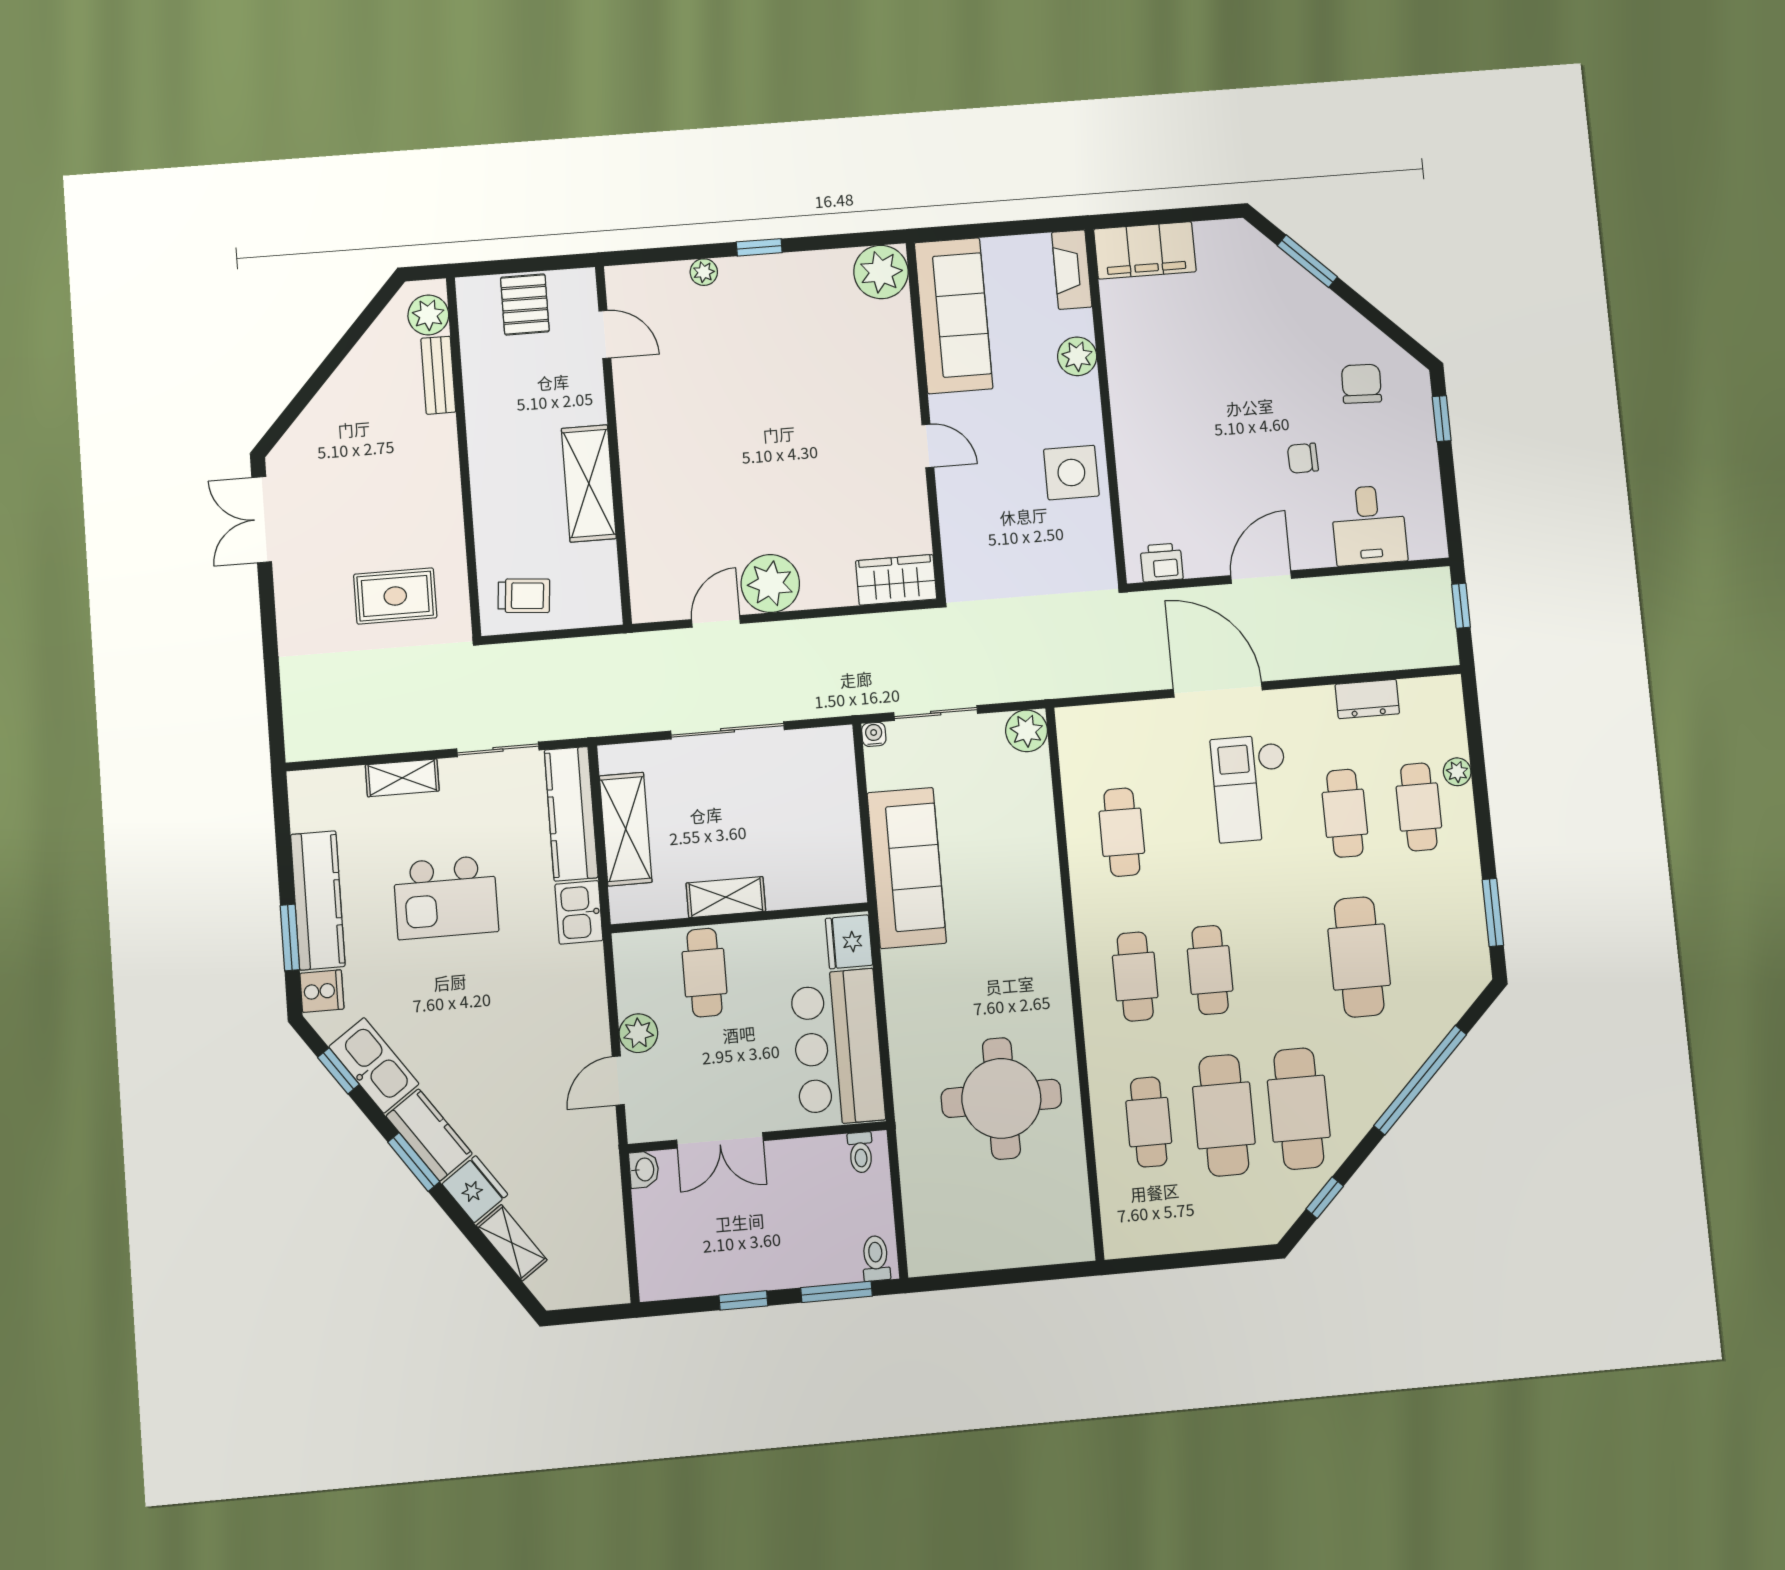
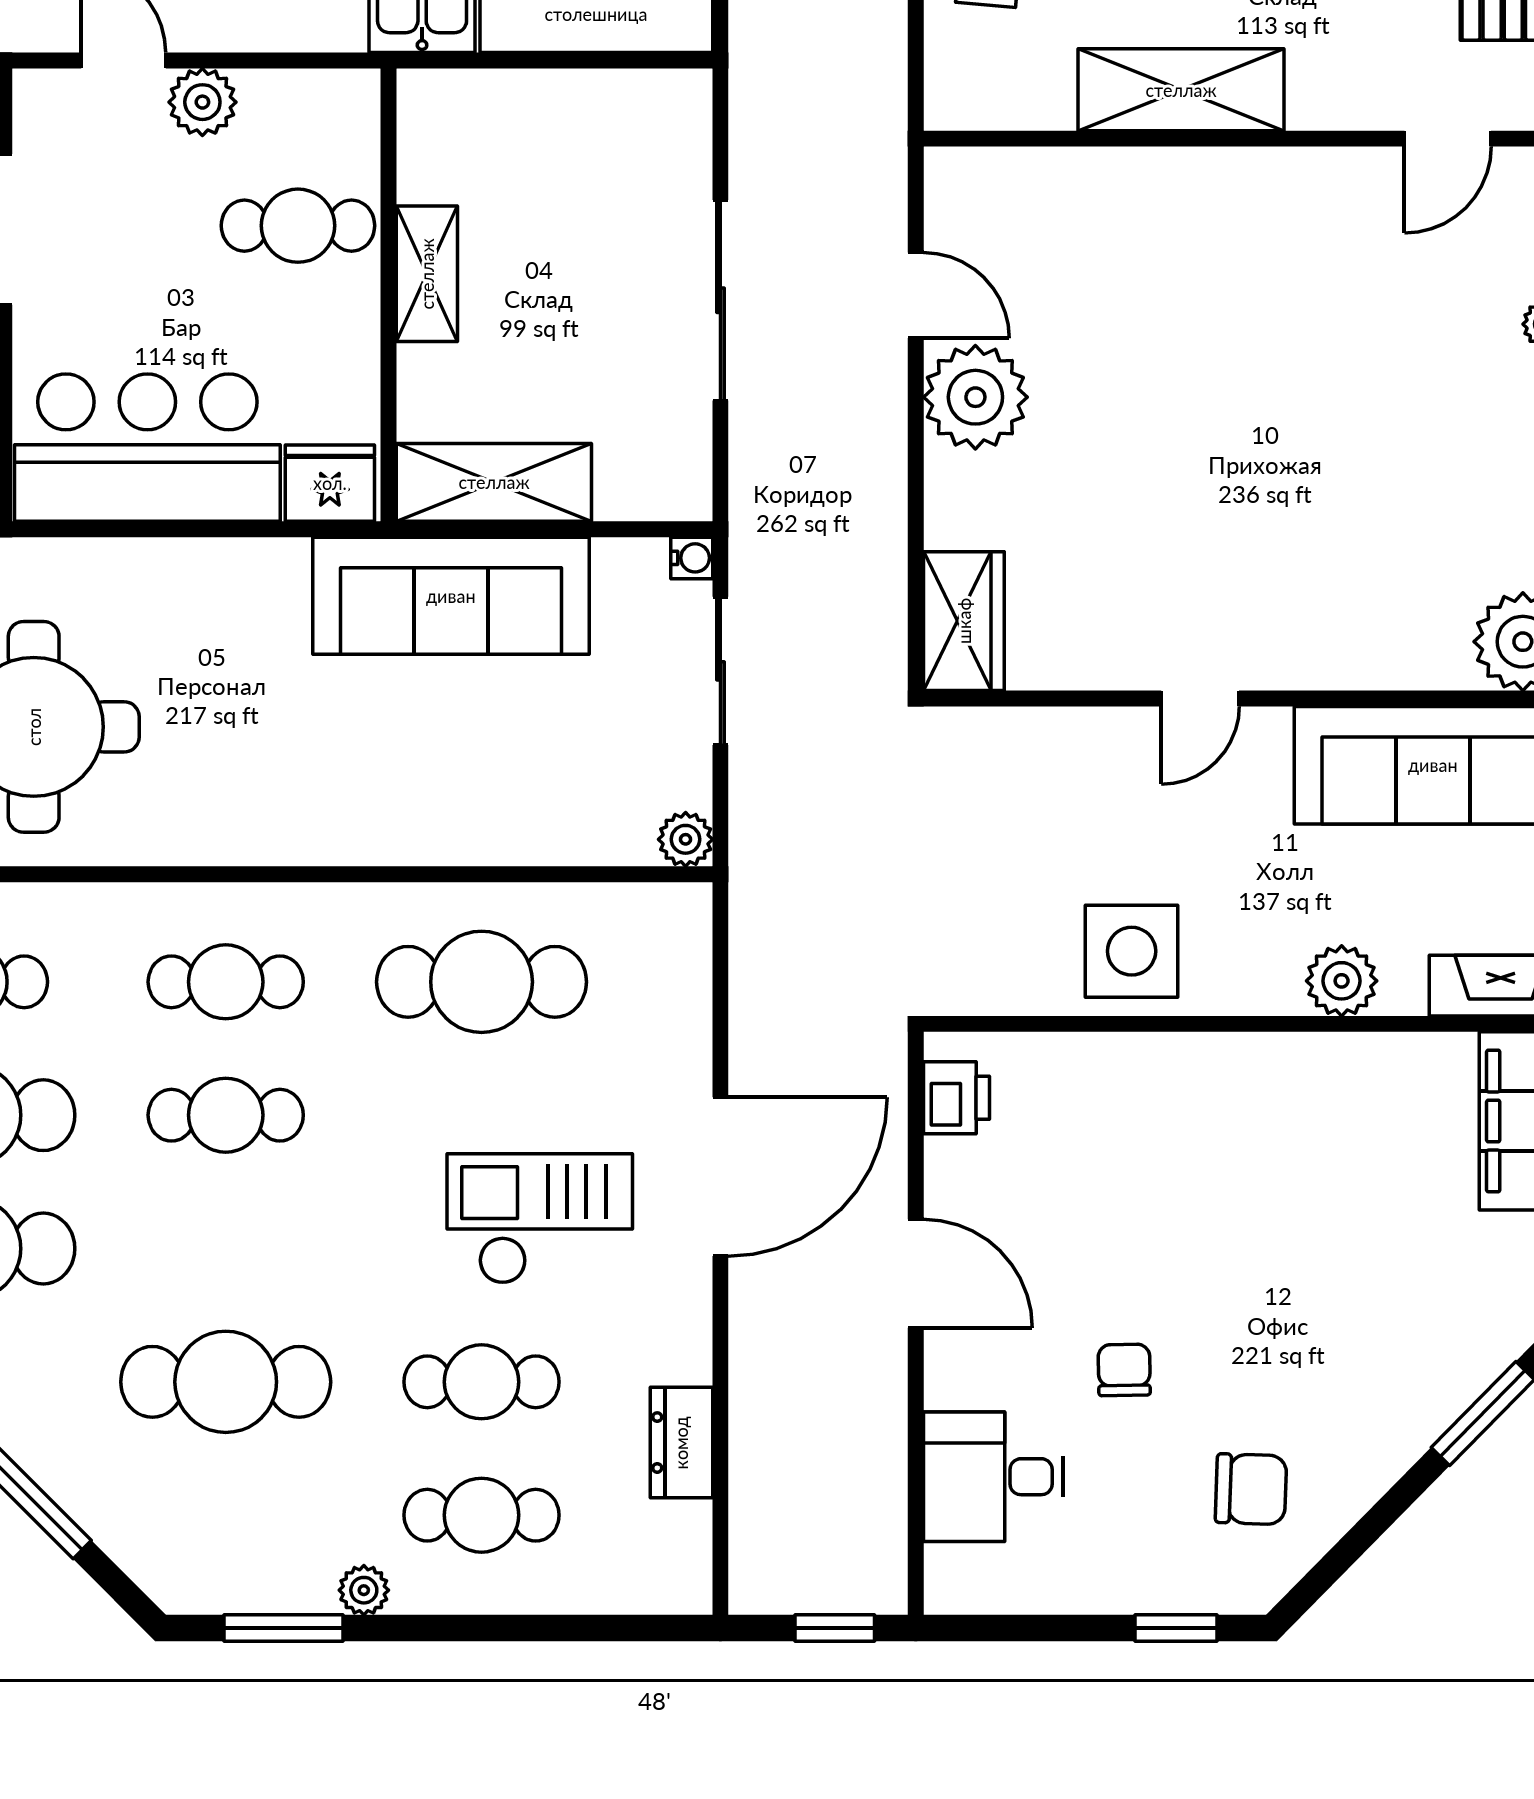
plant: (1027, 731) -> (686, 839), width x0.73, depth x0.73
plant: (1457, 772) -> (364, 1590), moved
shelving: (626, 829) -> (494, 482), moved
cafe table: (1122, 832) -> (482, 982), width x1.37, depth x1.35

